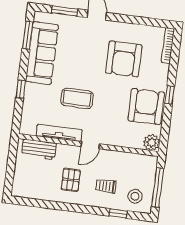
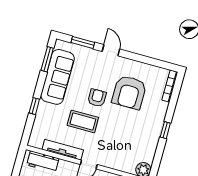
armchair: (146, 106) -> (97, 98), moved, width x0.53, depth x0.53

